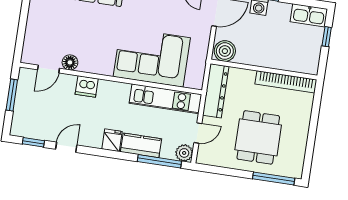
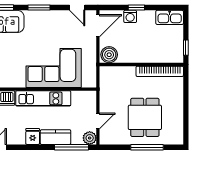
window: (327, 37) -> (186, 48), moved
dresser: (216, 91) -> (107, 86), removed
kitchen unit: (165, 99) -> (43, 98), moved
window: (274, 179) -> (147, 147), moved

